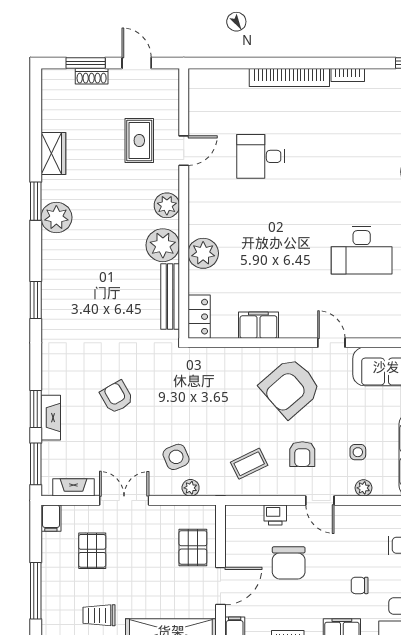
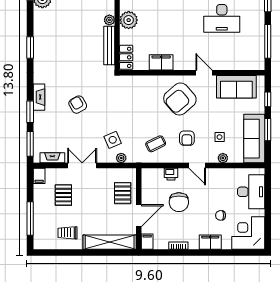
plant: (163, 245) -> (109, 20), width x0.53, depth x0.53
fireplace: (51, 418) -> (39, 97), moved

